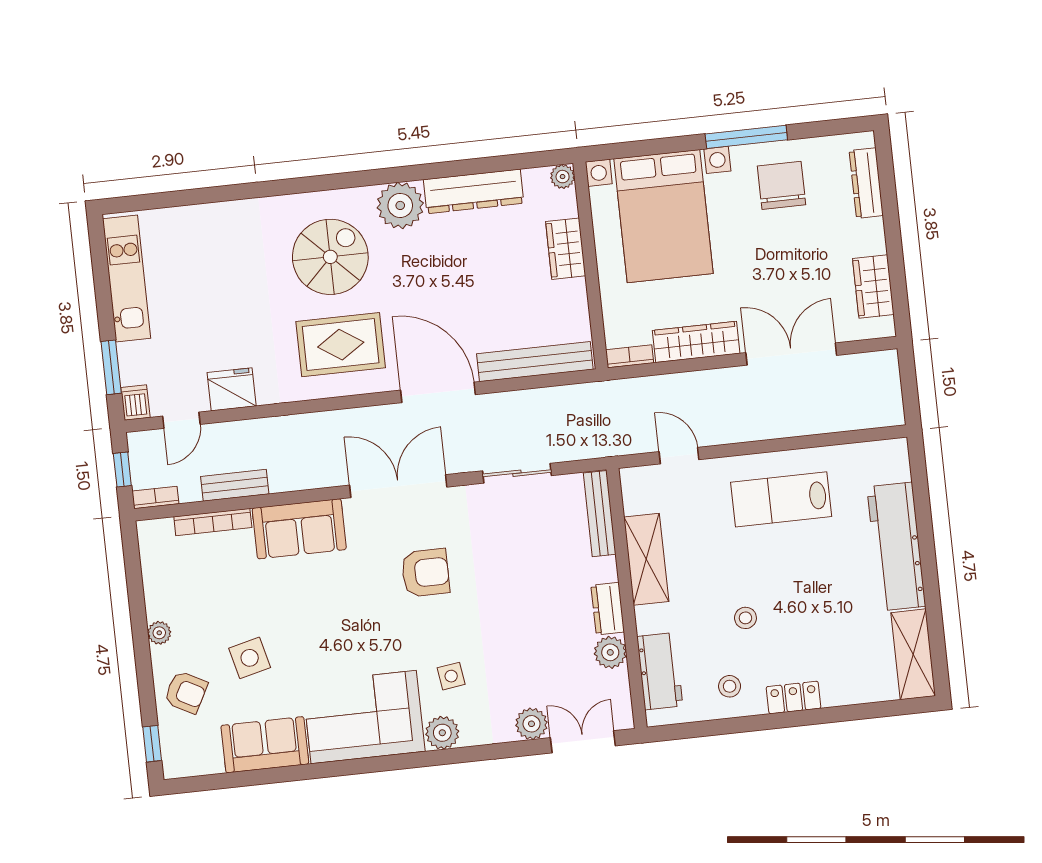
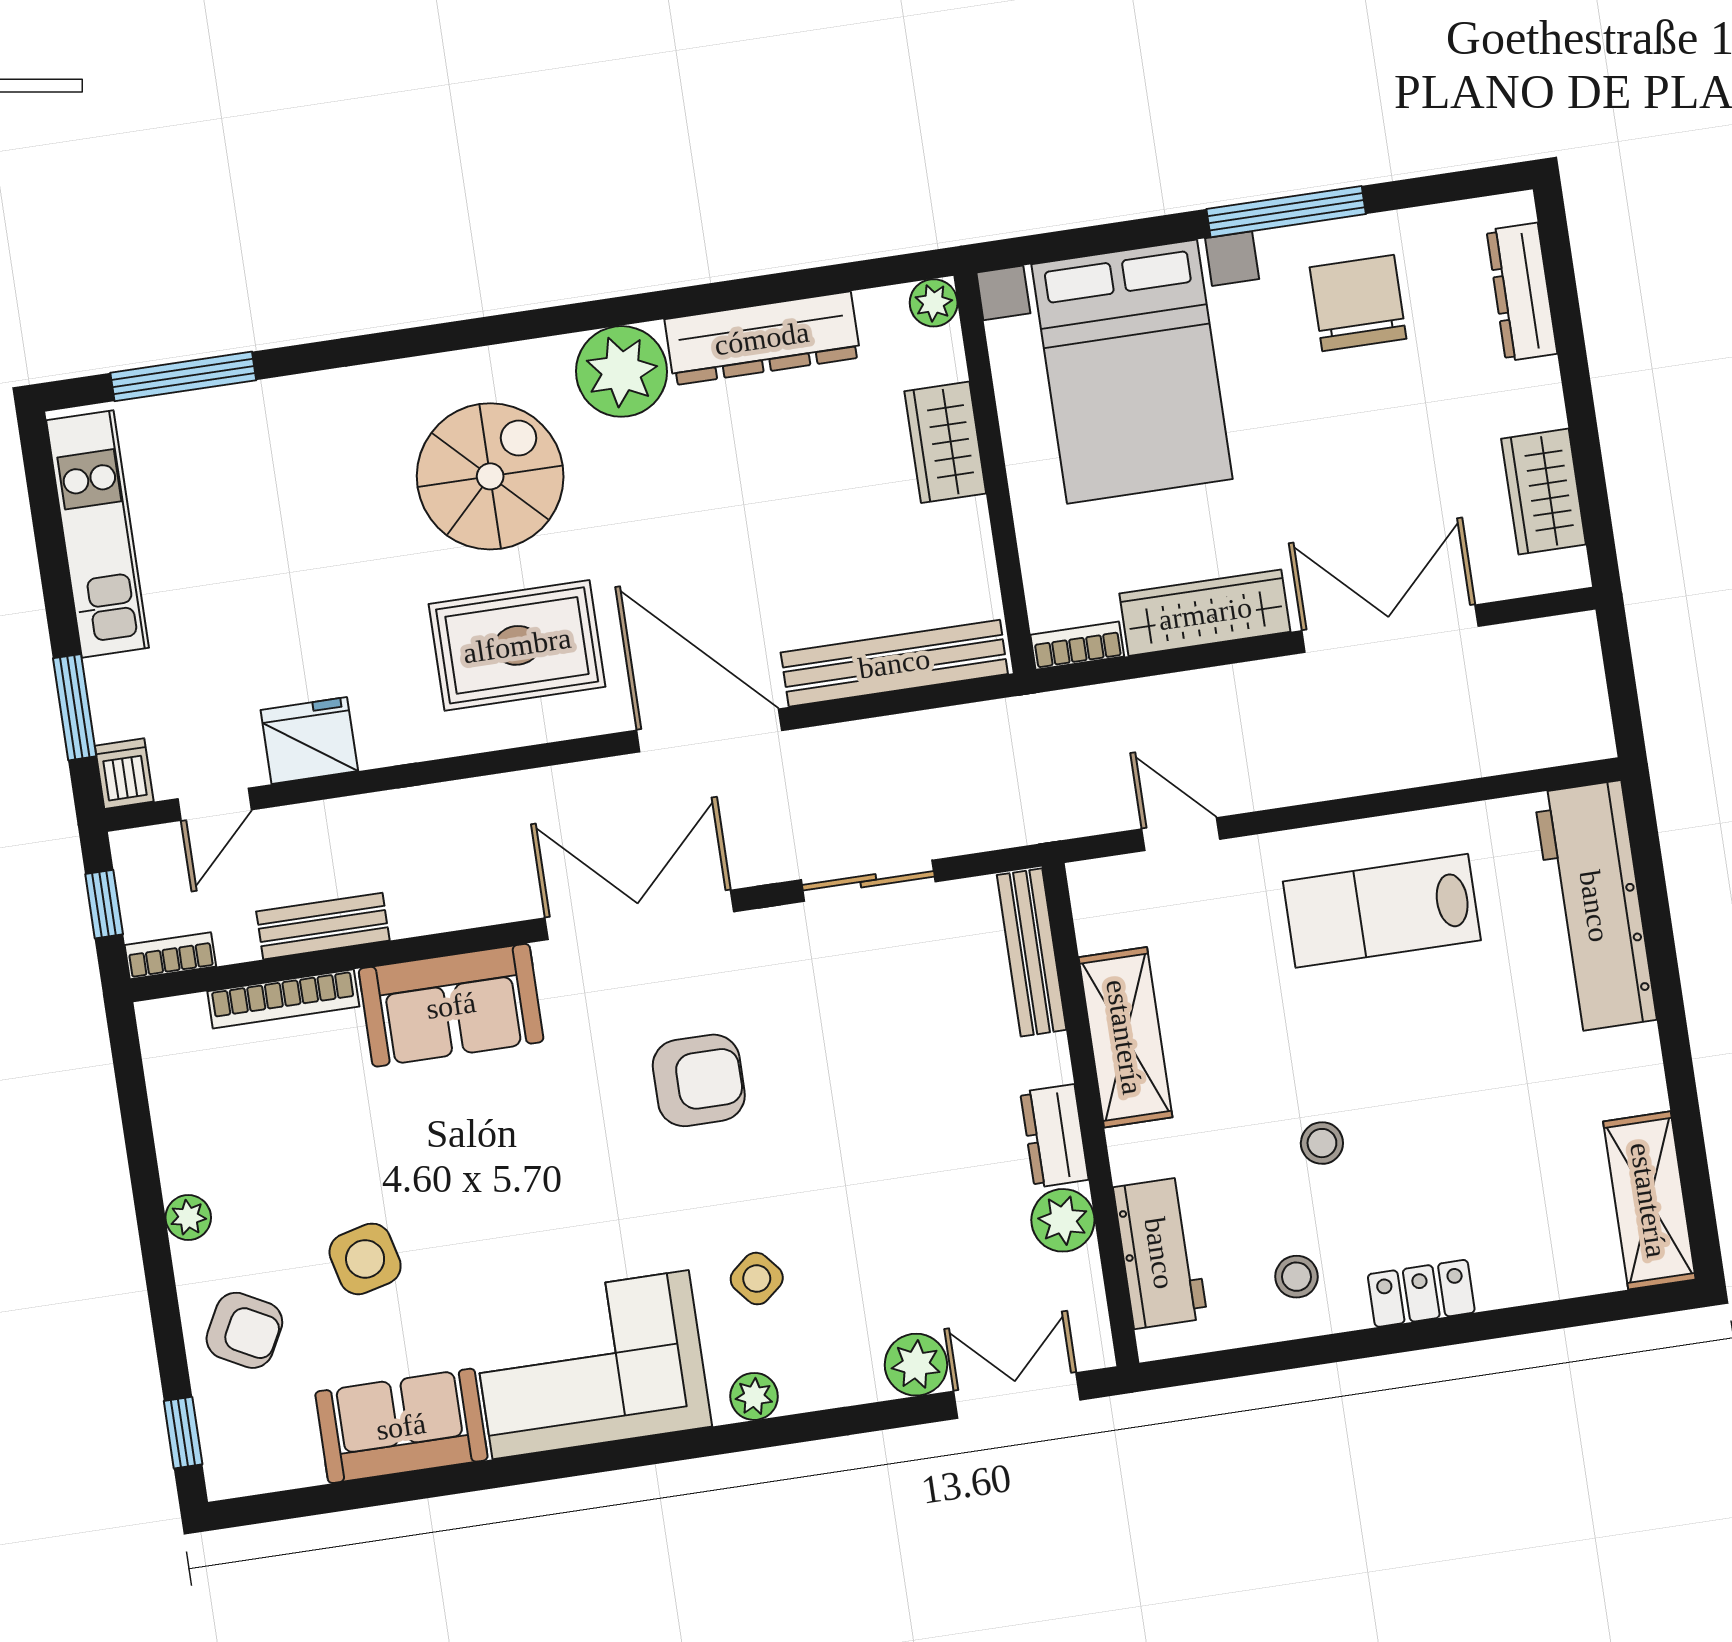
window: (174, 199) -> (183, 376), added
workbench: (896, 547) -> (1595, 906), moved
side table: (451, 676) -> (757, 1279), turned -32
plant: (442, 733) -> (754, 1396), width x0.73, depth x0.73

